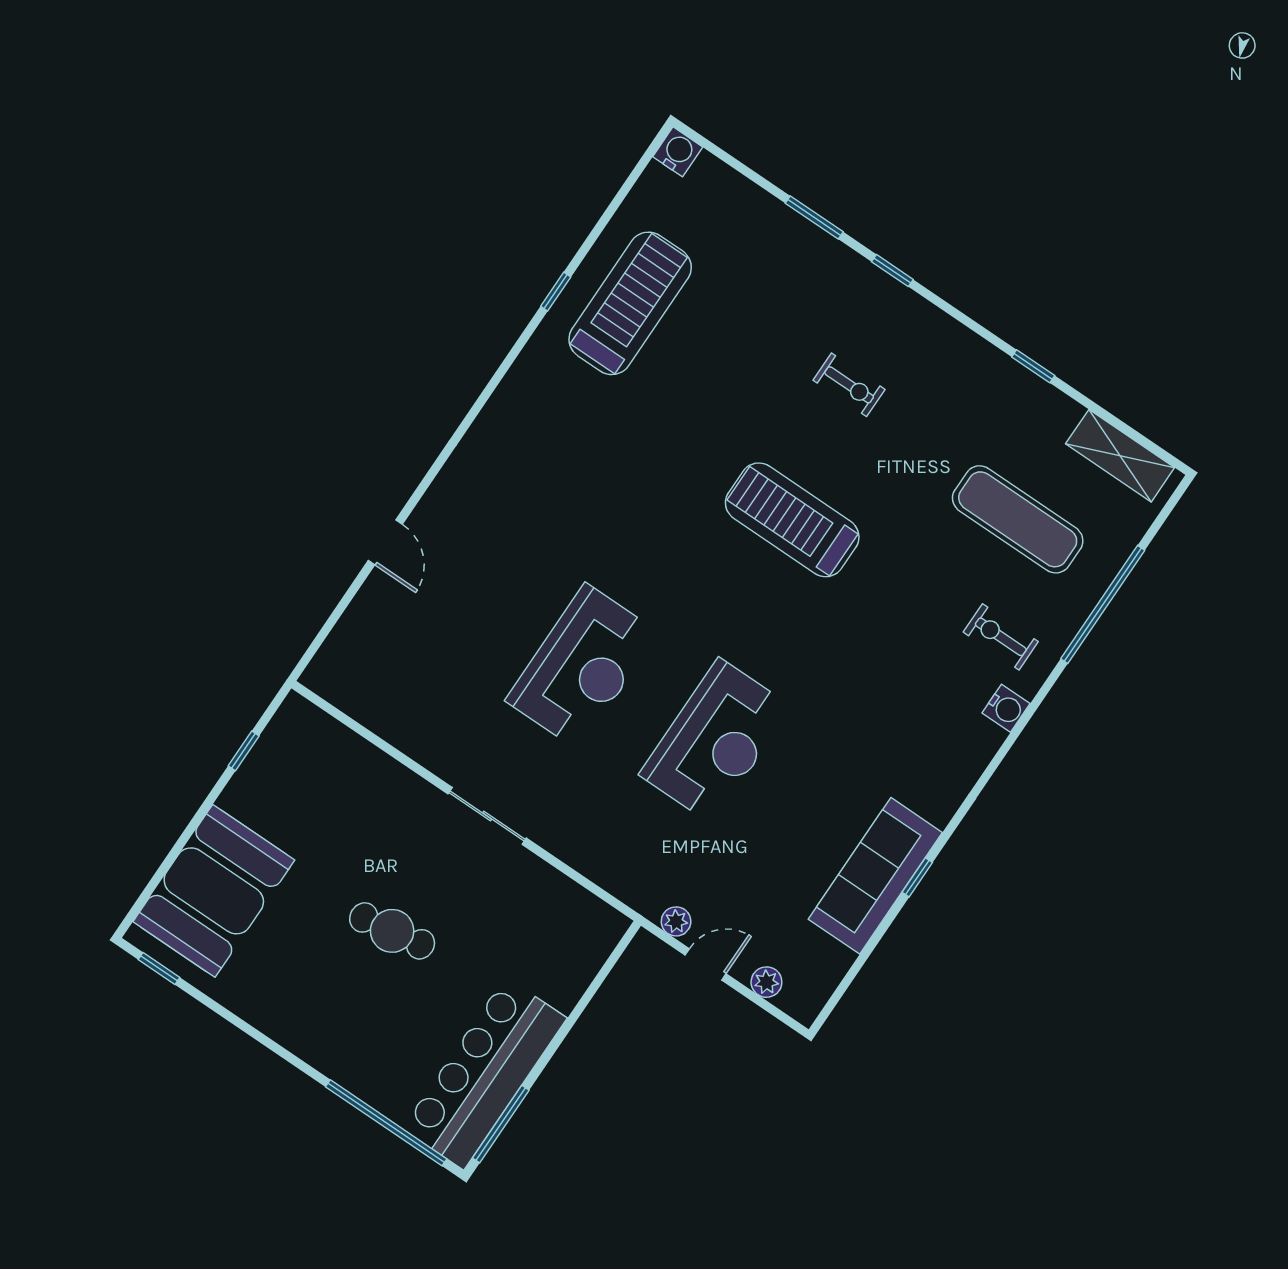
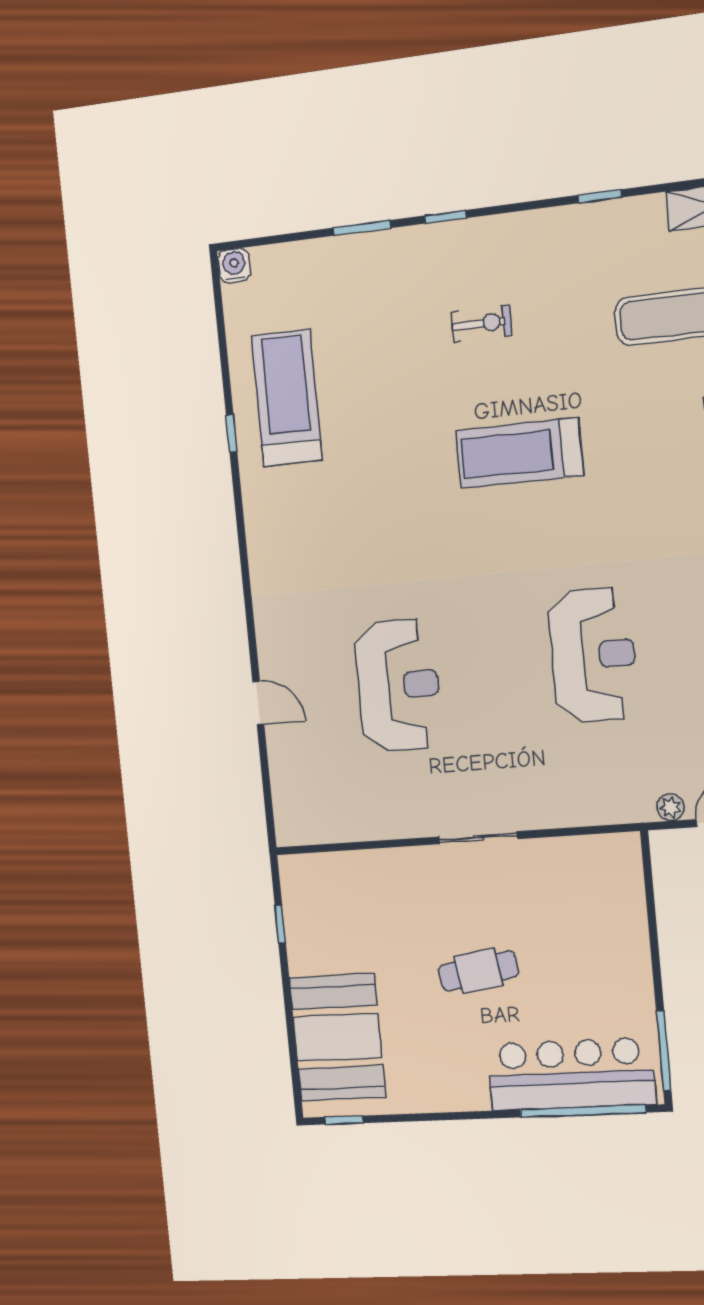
reception desk: (582, 667) -> (398, 686), moved
bar counter: (485, 1073) -> (571, 1074), moved, turned 90

